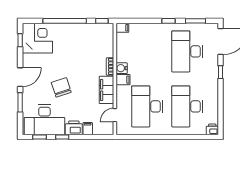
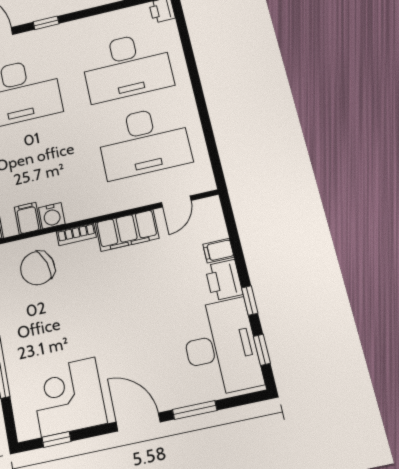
corner desk: (37, 38) -> (68, 397), moved
water cooler: (122, 68) -> (52, 216), moved
filing cabinet: (123, 80) -> (28, 218), moved
chair: (61, 87) -> (38, 268), moved
door: (115, 115) -> (176, 202), hinge flipped

